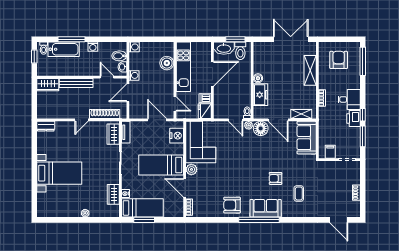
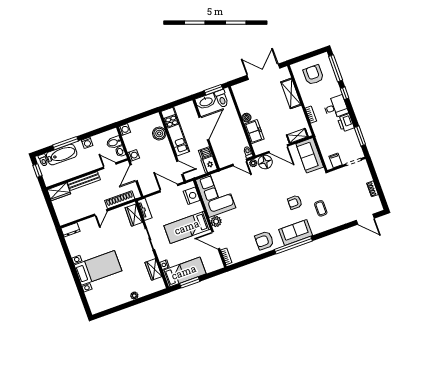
window: (363, 115) -> (345, 93), moved

